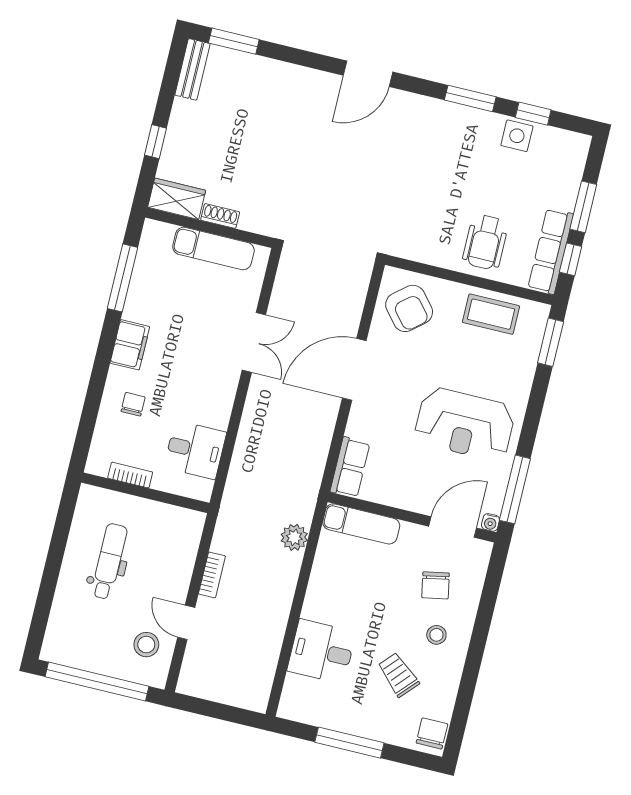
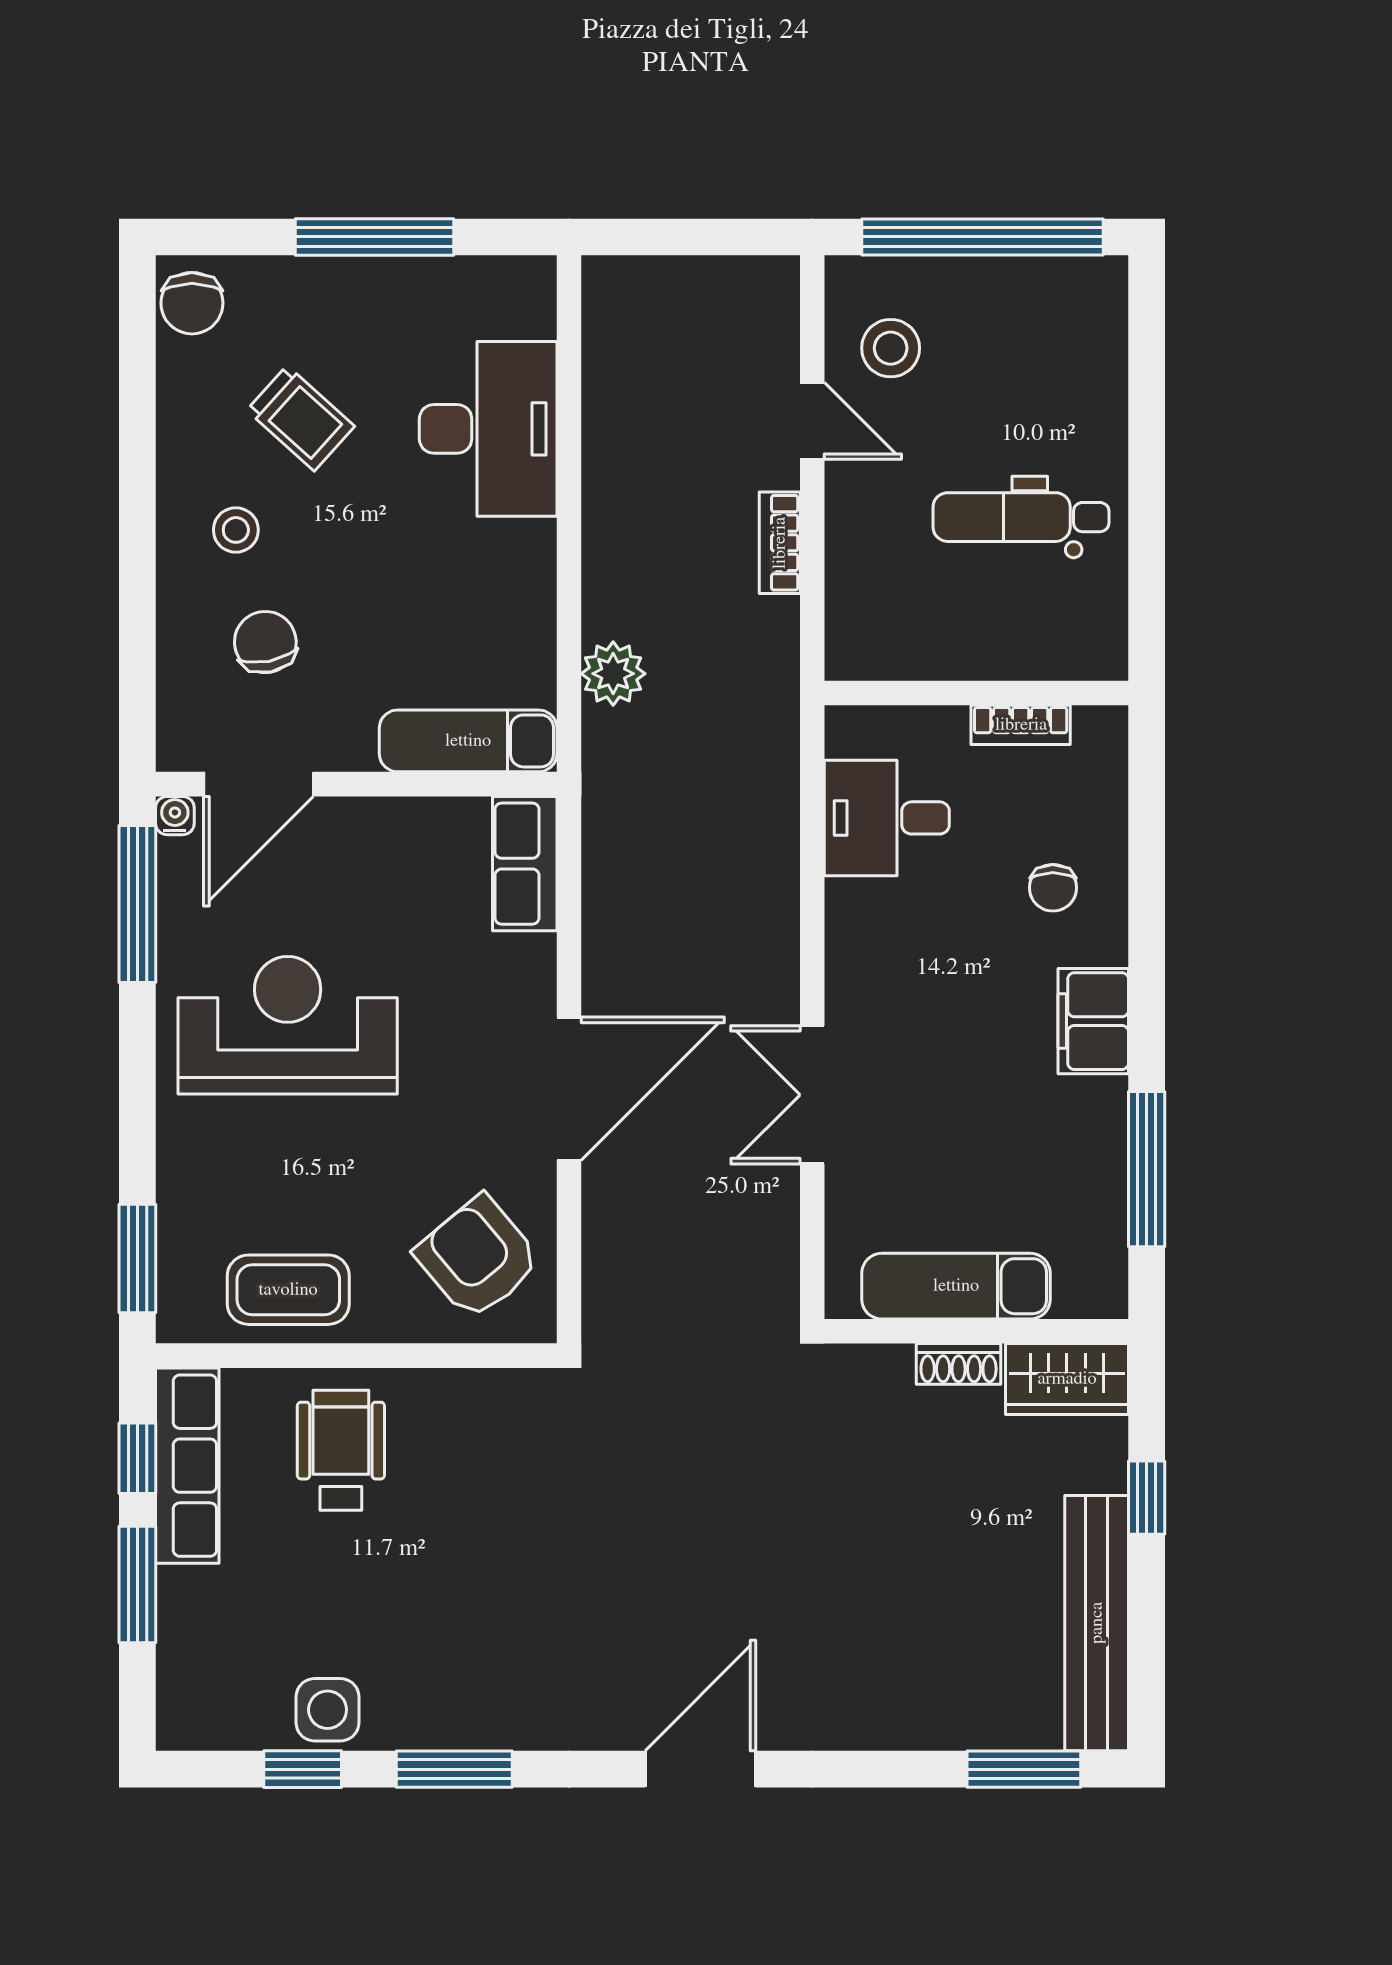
bench: (192, 69) -> (1097, 1623), width x1.86, depth x1.21
dental chair: (109, 561) -> (1021, 517), turned 90
desk: (322, 651) -> (488, 429), width x1.37

